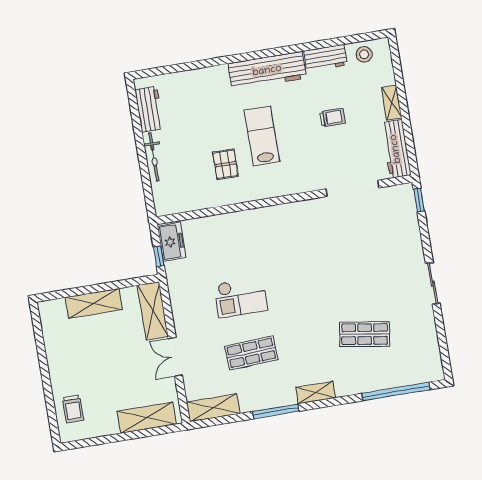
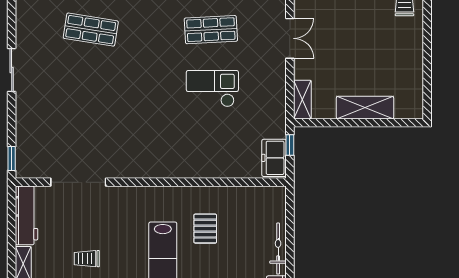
shelving: (153, 311) -> (302, 100), width x0.67, depth x0.75

